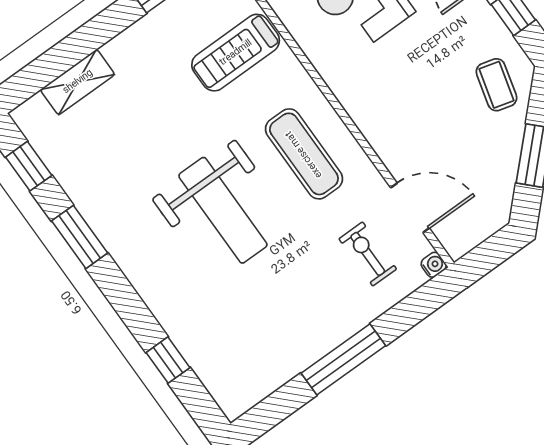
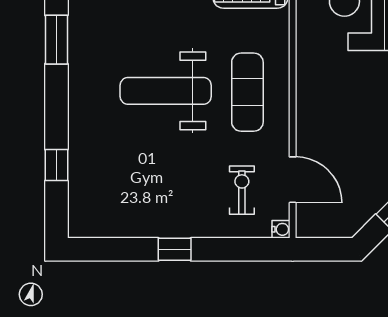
weight bench: (223, 210) -> (166, 91), turned 90
window: (343, 359) -> (175, 249), width x0.46

